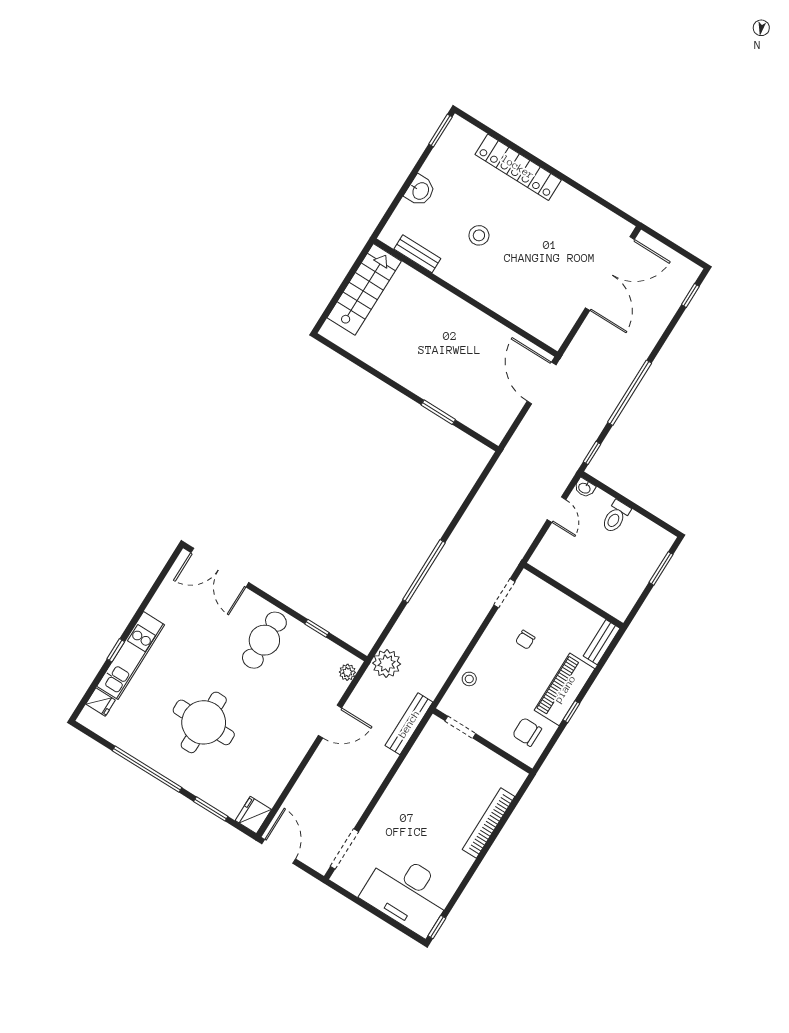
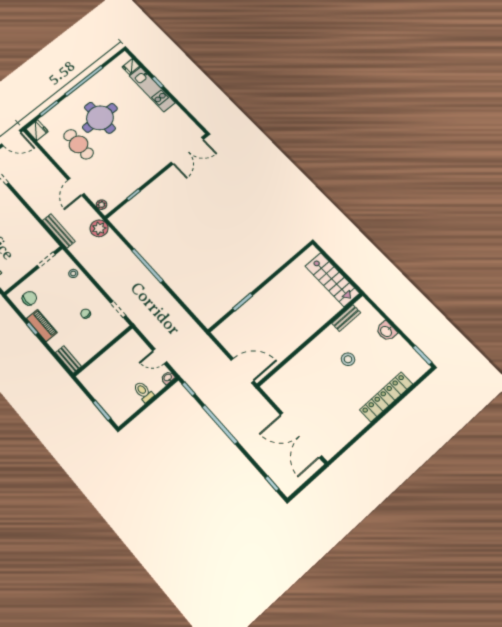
double door: (220, 568) -> (187, 151), swing flipped
cafe table: (264, 640) -> (79, 144), moved
piano: (565, 689) -> (42, 325), width x0.73, depth x0.75

